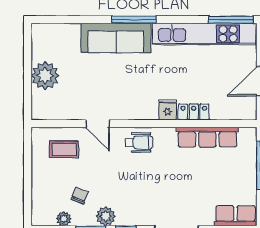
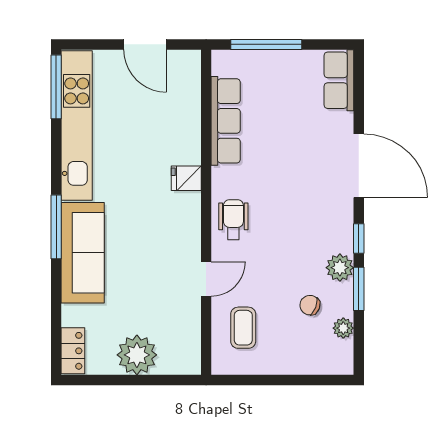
locker: (194, 112) -> (73, 351), moved, turned 180

